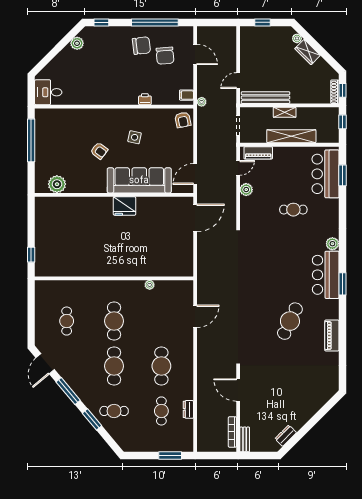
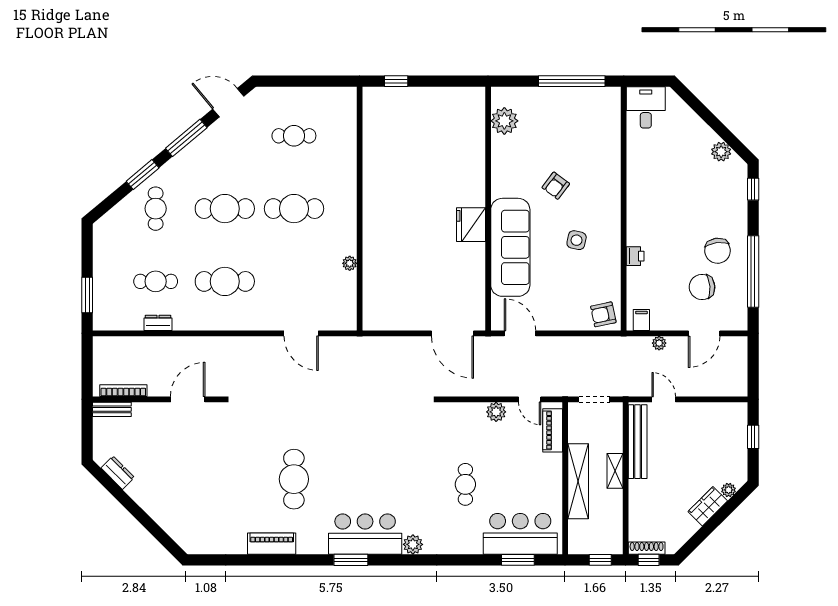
plant: (202, 102) -> (659, 343), moved
cafe table: (290, 321) -> (294, 479), turned 65

